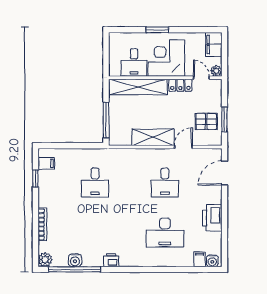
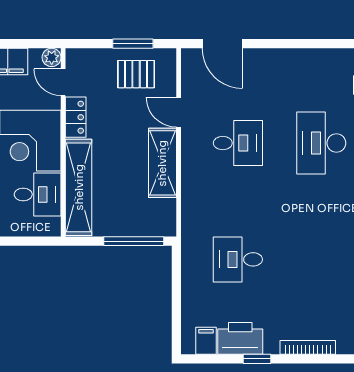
door: (201, 78) -> (63, 82), hinge flipped
pallet: (206, 121) -> (136, 74), turned 90
window: (35, 178) -> (257, 359), moved
desk: (95, 183) -> (238, 259), turned 180
printer: (212, 218) -> (240, 338), moved, turned 180
desk: (165, 233) -> (321, 143), turned 180

